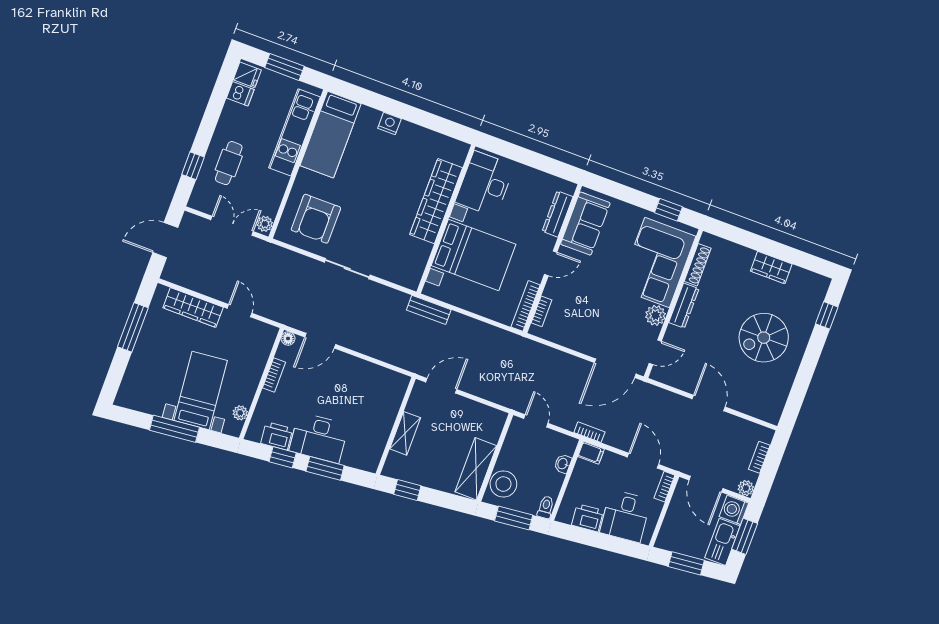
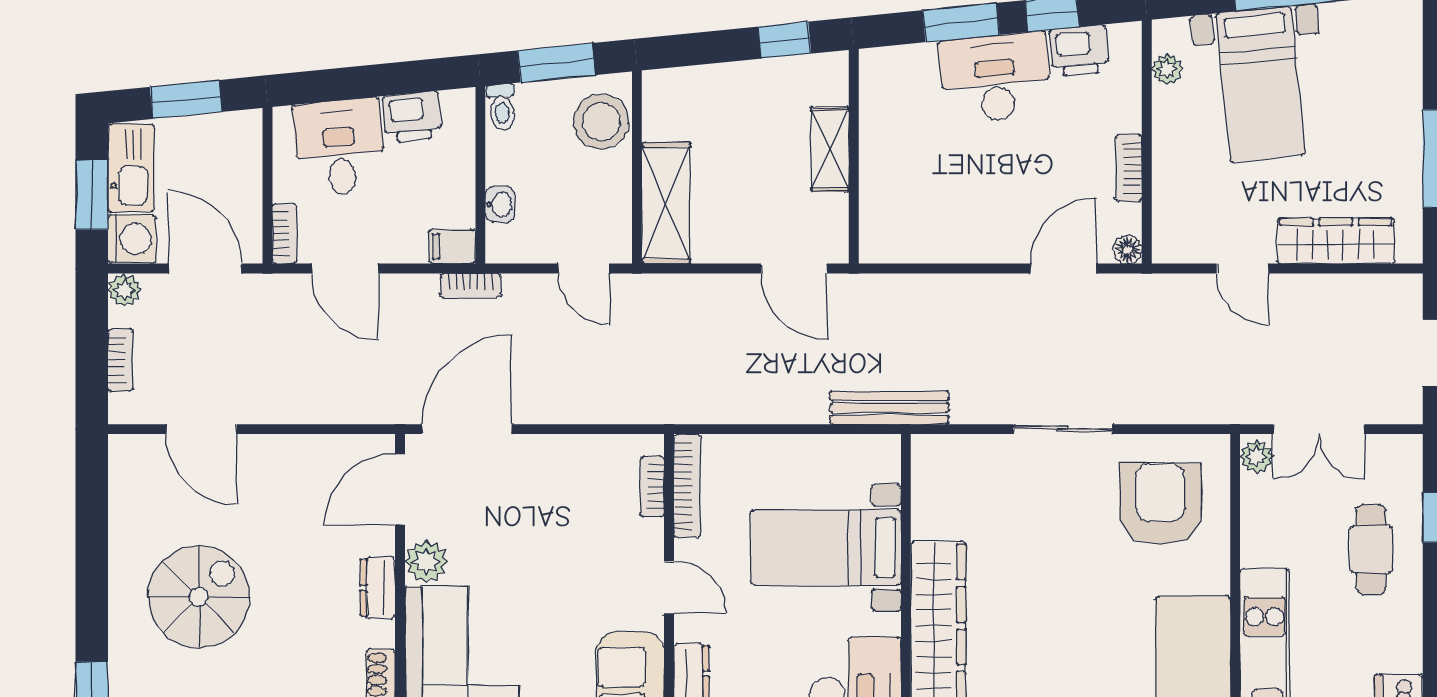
bed with nightstands: (473, 255) -> (826, 547), width x0.73
door: (551, 263) -> (669, 587), swing flipped
dresser: (684, 306) -> (378, 588), width x0.70
bench: (429, 310) -> (889, 408), width x1.36
door: (655, 352) -> (400, 490), width x1.38
door: (441, 386) -> (794, 269), hinge flipped
door: (709, 403) -> (202, 429), moved
shelving: (476, 469) -> (666, 203), moved

